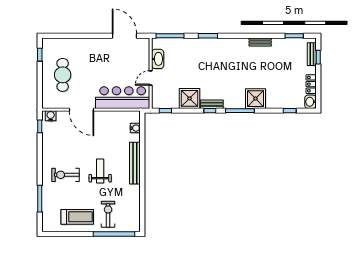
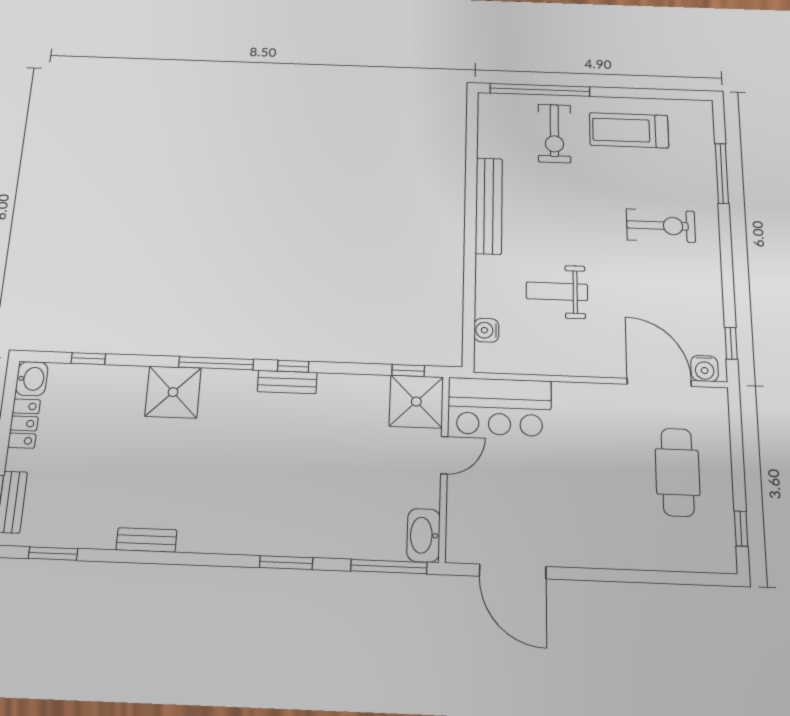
washbasin: (158, 59) -> (424, 535), moved
bar counter: (123, 98) -> (500, 407), width x0.73
shower: (190, 98) -> (416, 402), moved
door: (81, 110) -> (659, 382), moved
bench: (135, 163) -> (489, 206), moved
weight bench: (100, 171) -> (557, 291), moved, turned 90

